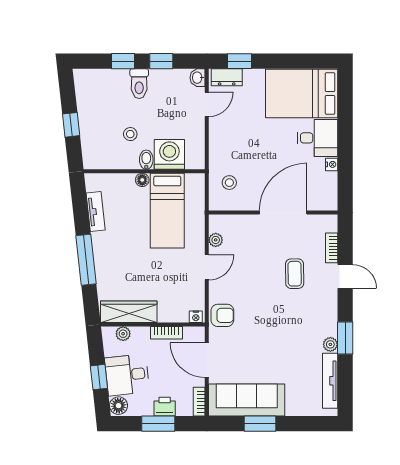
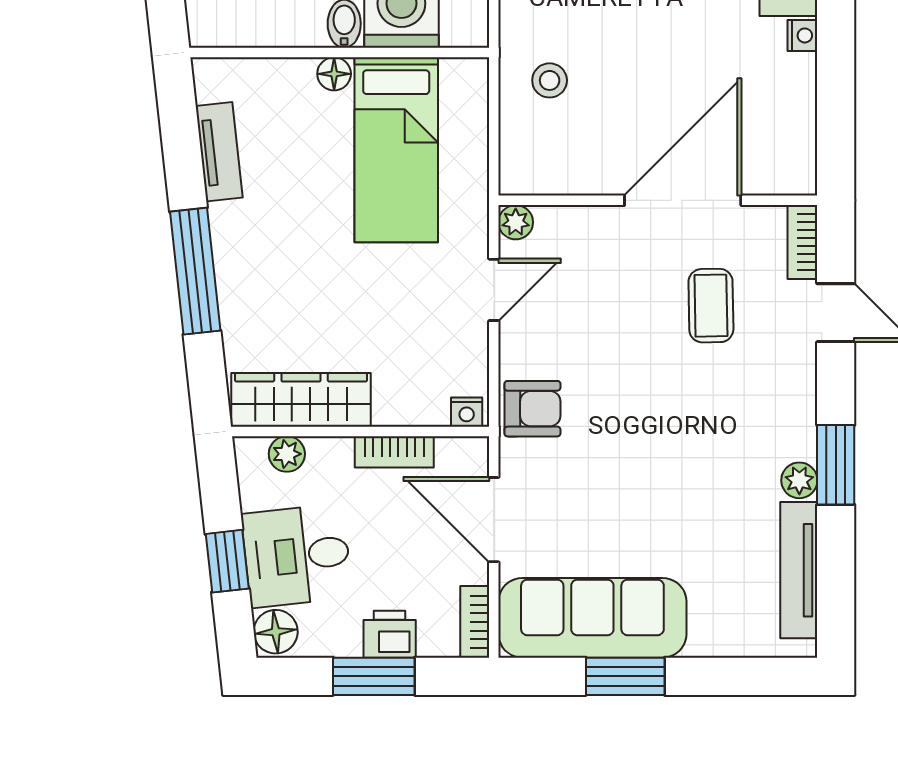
wall: (273, 212) -> (658, 200), moved
door: (283, 212) -> (683, 200), moved

